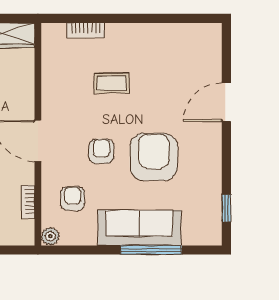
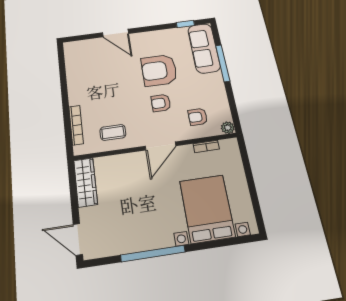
bookcase: (86, 30) -> (76, 125), width x1.56
coffee table: (112, 83) -> (113, 132), moved, turned 90
sofa: (139, 228) -> (204, 48), moved

